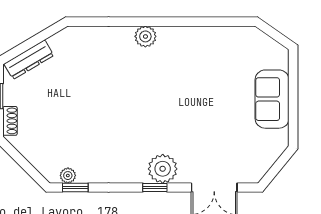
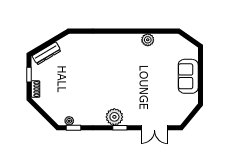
plant: (145, 36) -> (148, 40), moved
plant: (163, 169) -> (114, 117), moved

